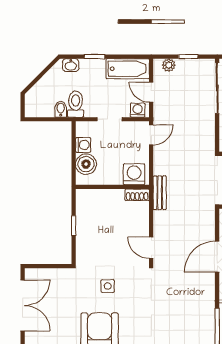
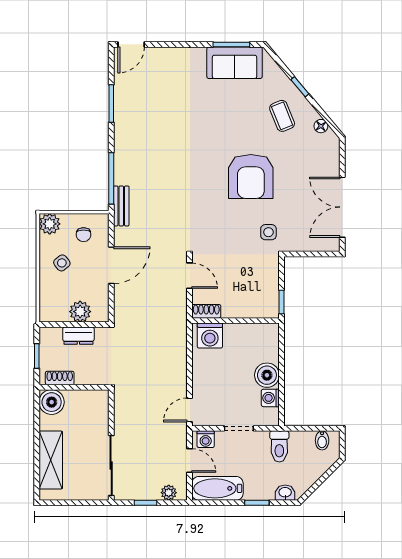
bidet: (61, 109) -> (322, 440), moved
washing machine: (134, 174) -> (210, 336), moved
wall: (112, 187) -> (236, 321), moved
bench: (160, 193) -> (121, 206), moved
shoe rack: (137, 195) -> (206, 311), moved
side table: (108, 286) -> (268, 232), moved

